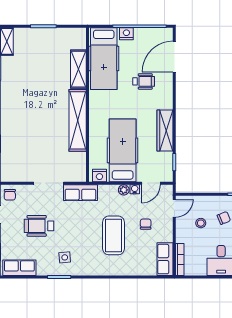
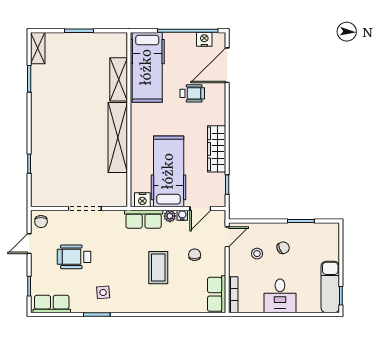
nightstand: (126, 34) -> (204, 39), moved
row of seats: (80, 193) -> (144, 219), moved
coffee table: (113, 235) -> (158, 268), width x0.73, depth x0.76

